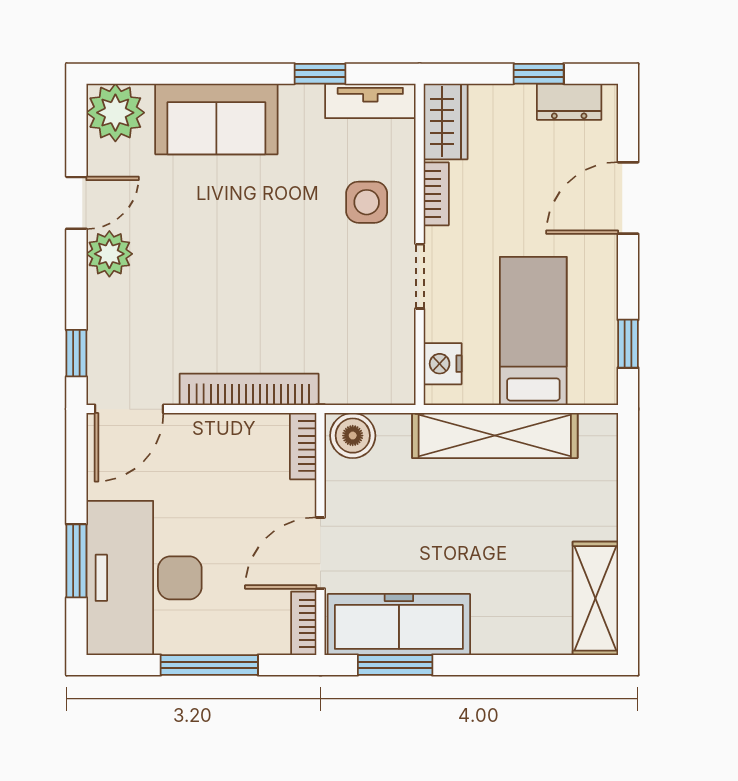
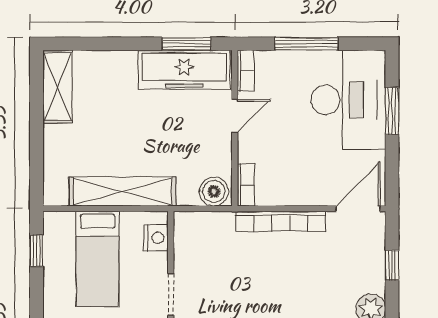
window: (76, 353) -> (392, 265), moved
door: (320, 553) -> (235, 116), width x0.73

